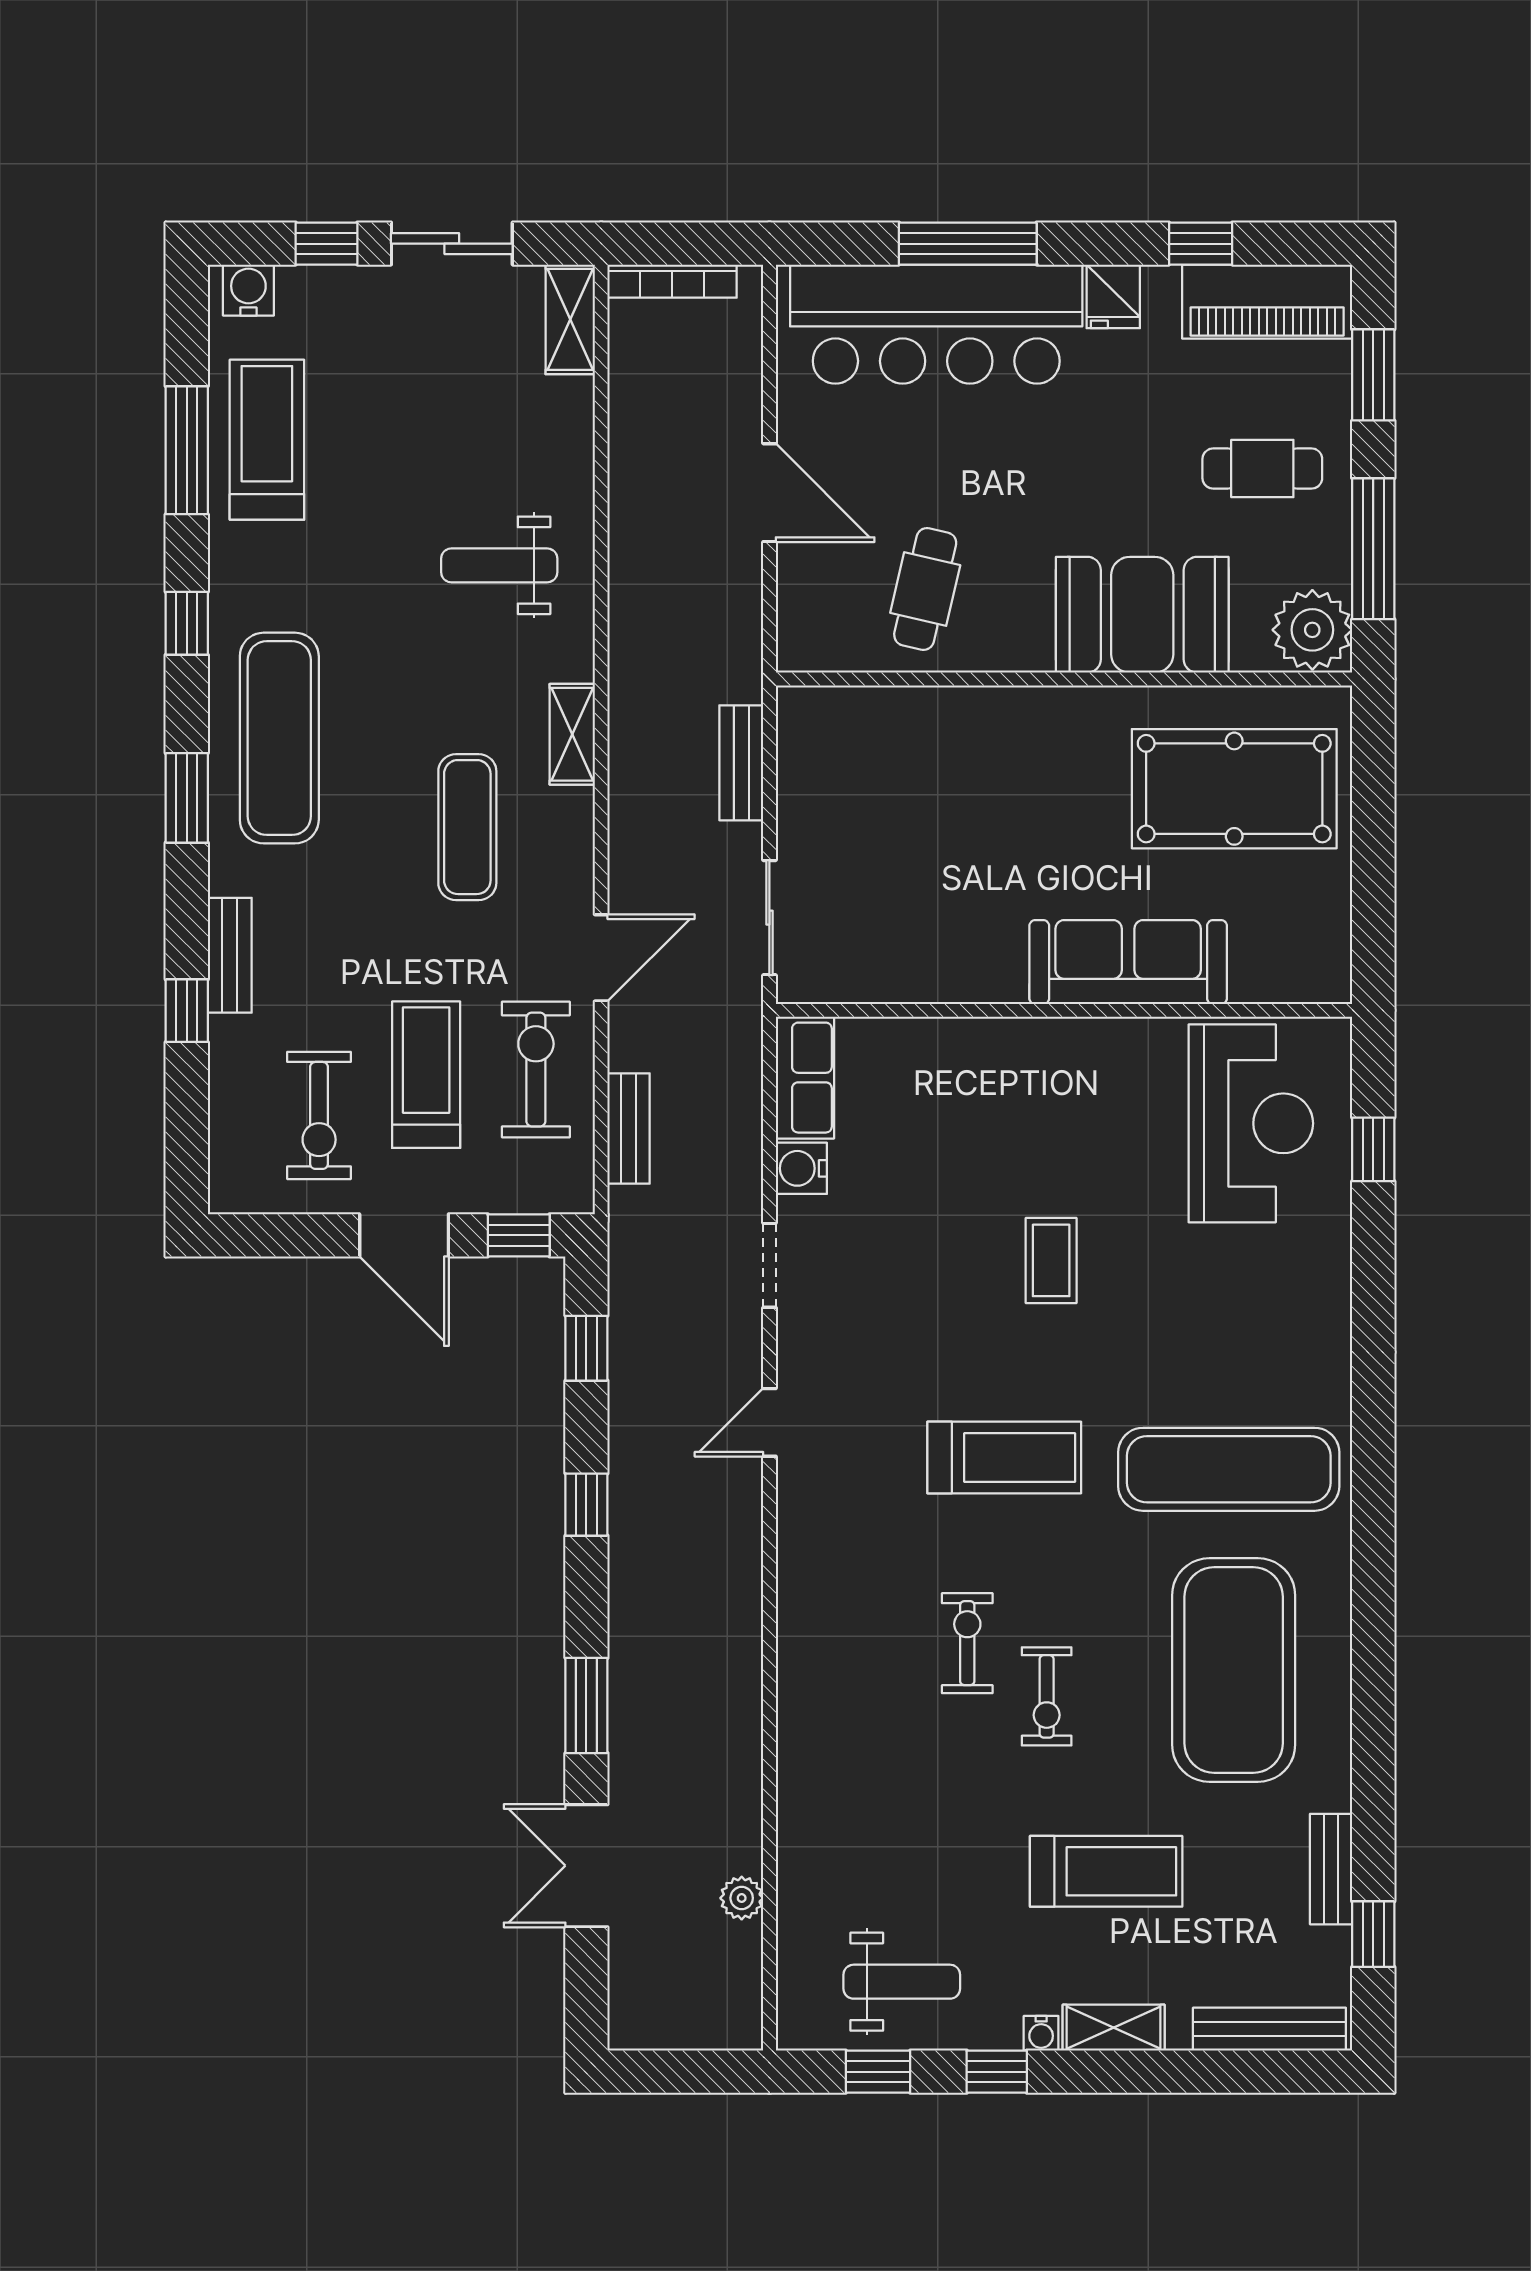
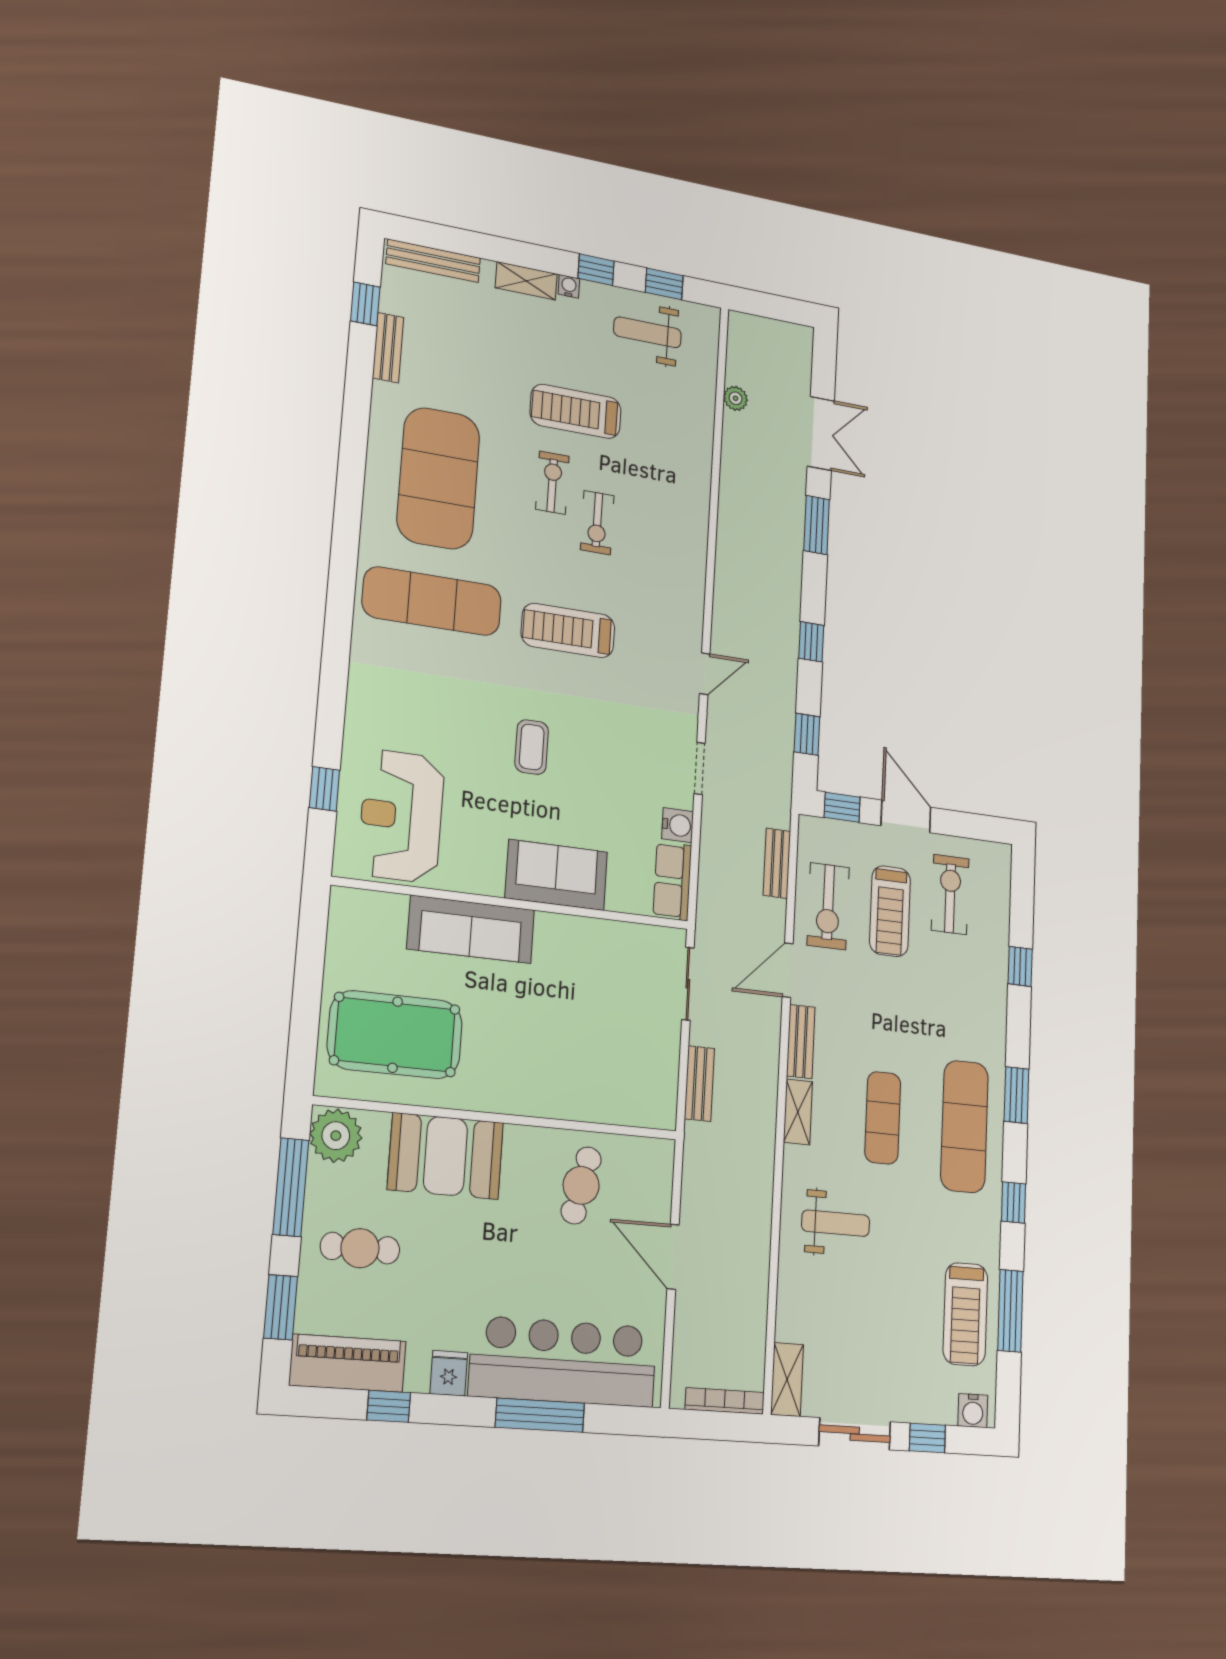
exercise mat: (467, 827) -> (883, 1118), moved
bench: (230, 955) -> (801, 1042), moved
sofa: (997, 1063) -> (556, 875), added
treadmill: (1106, 1871) -> (576, 411), moved

